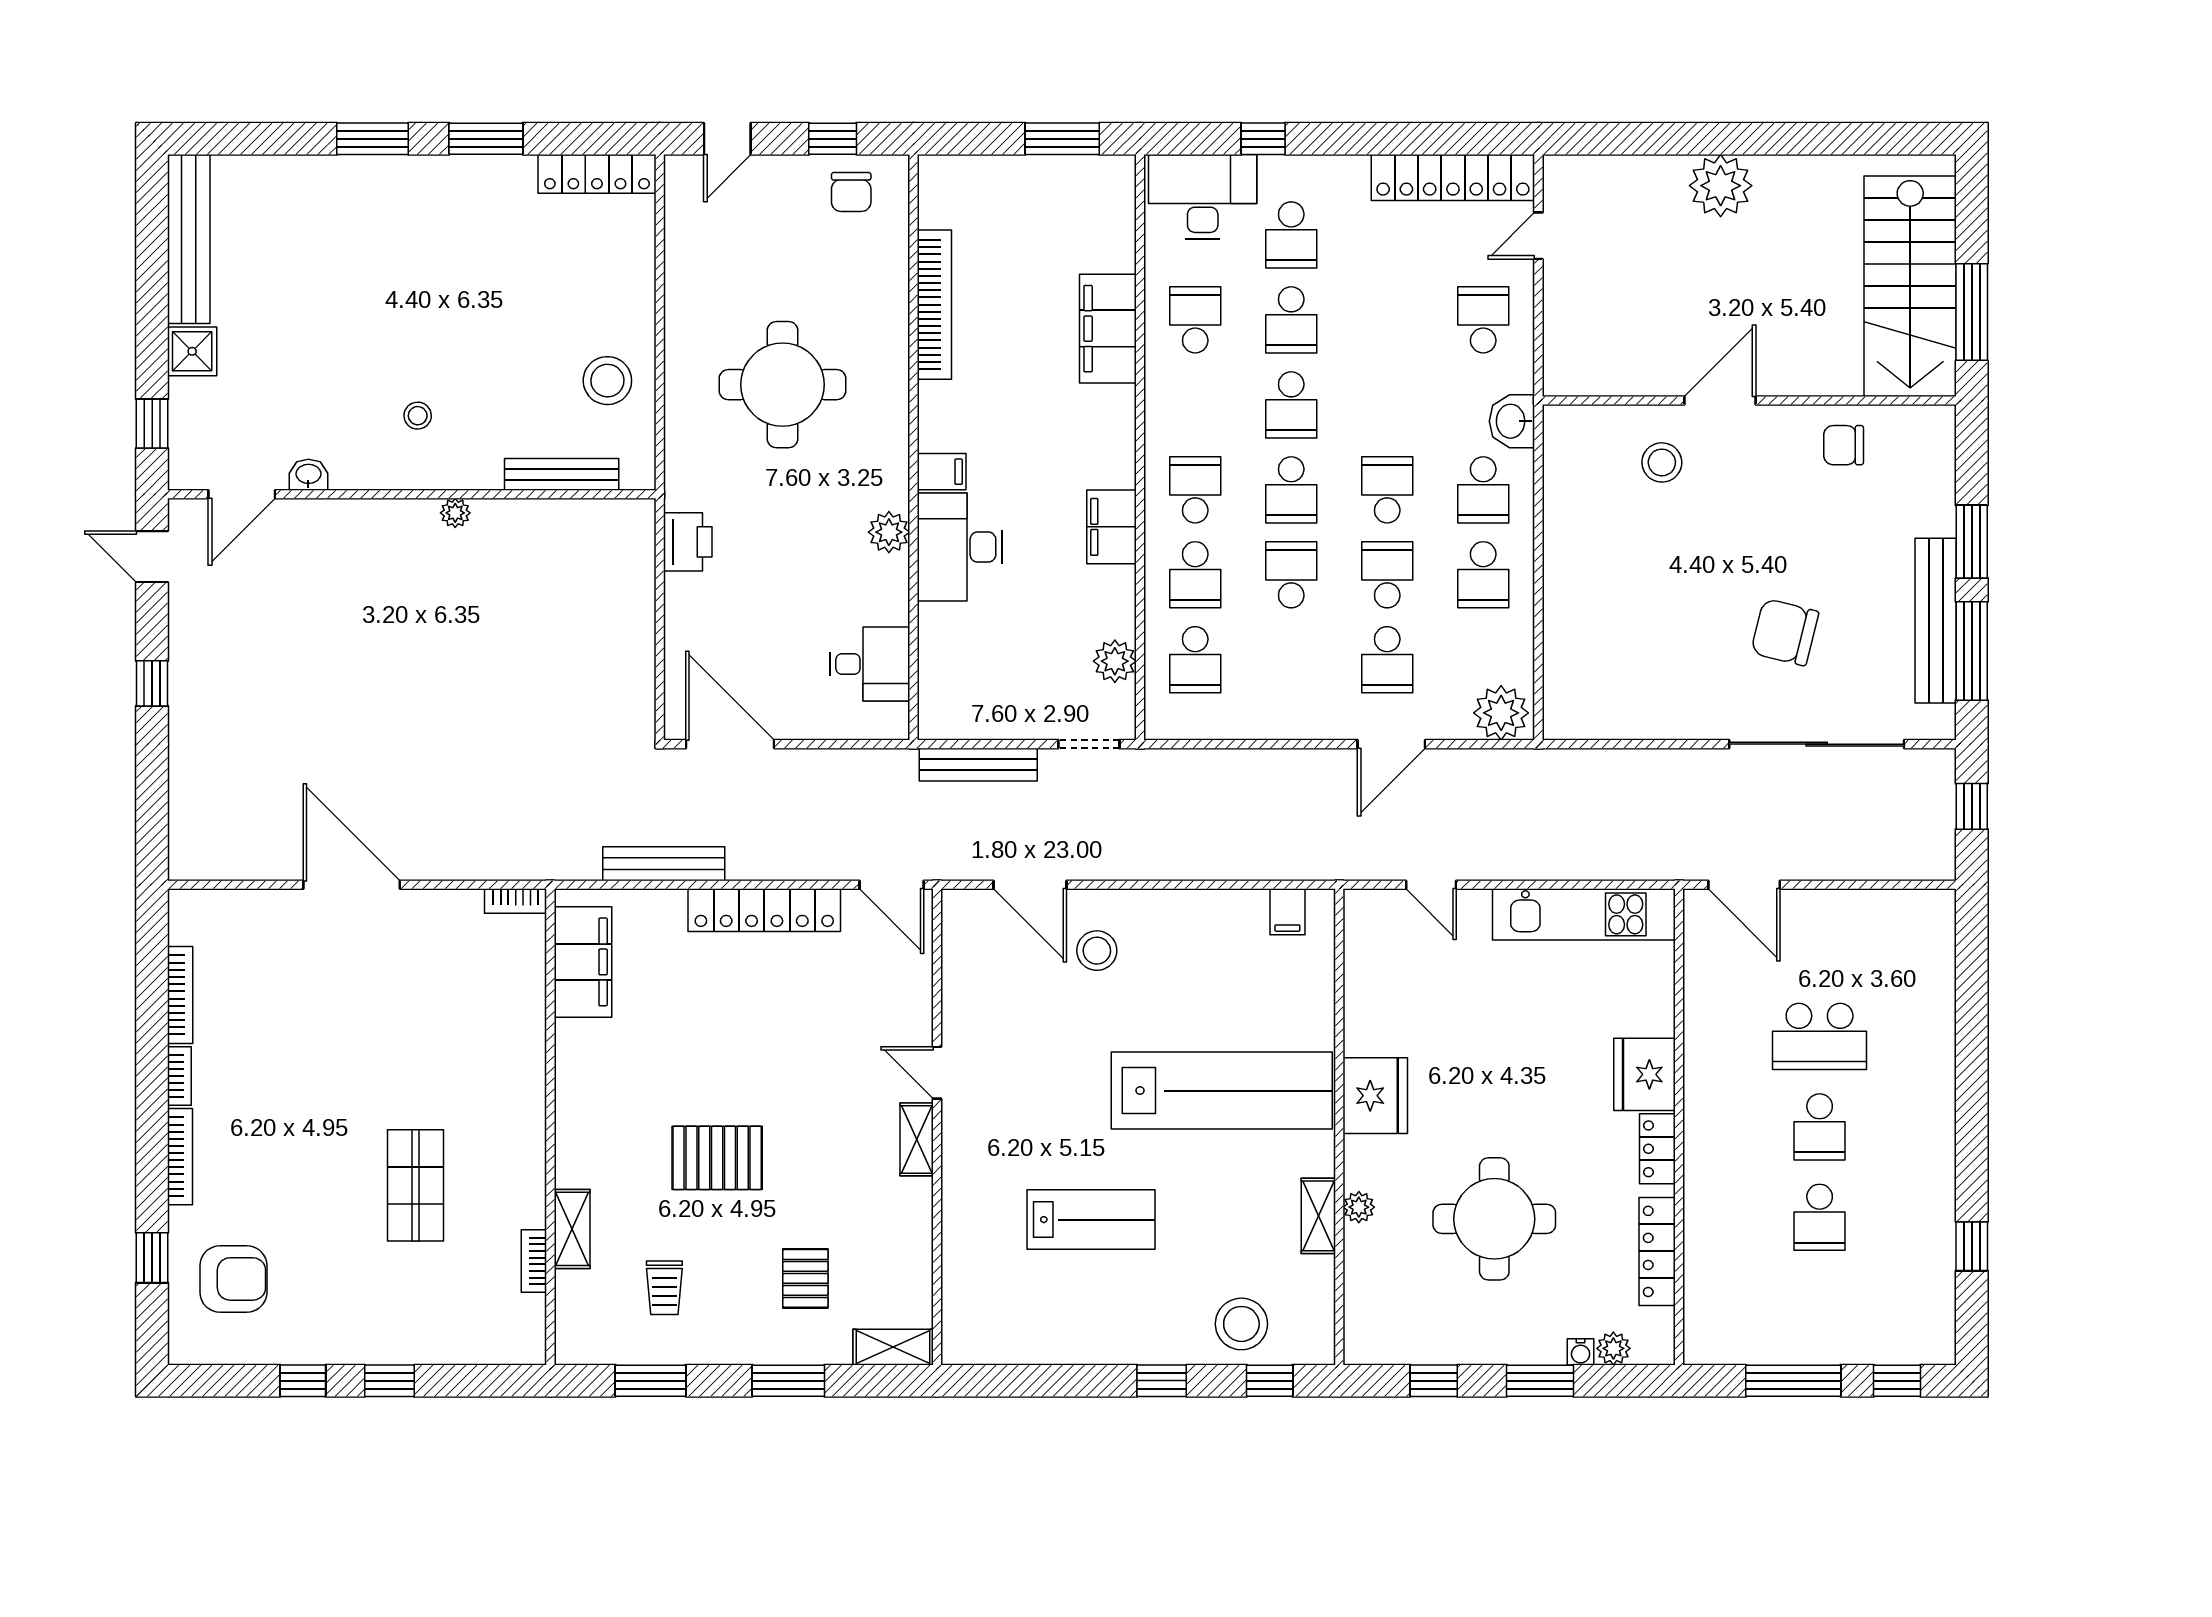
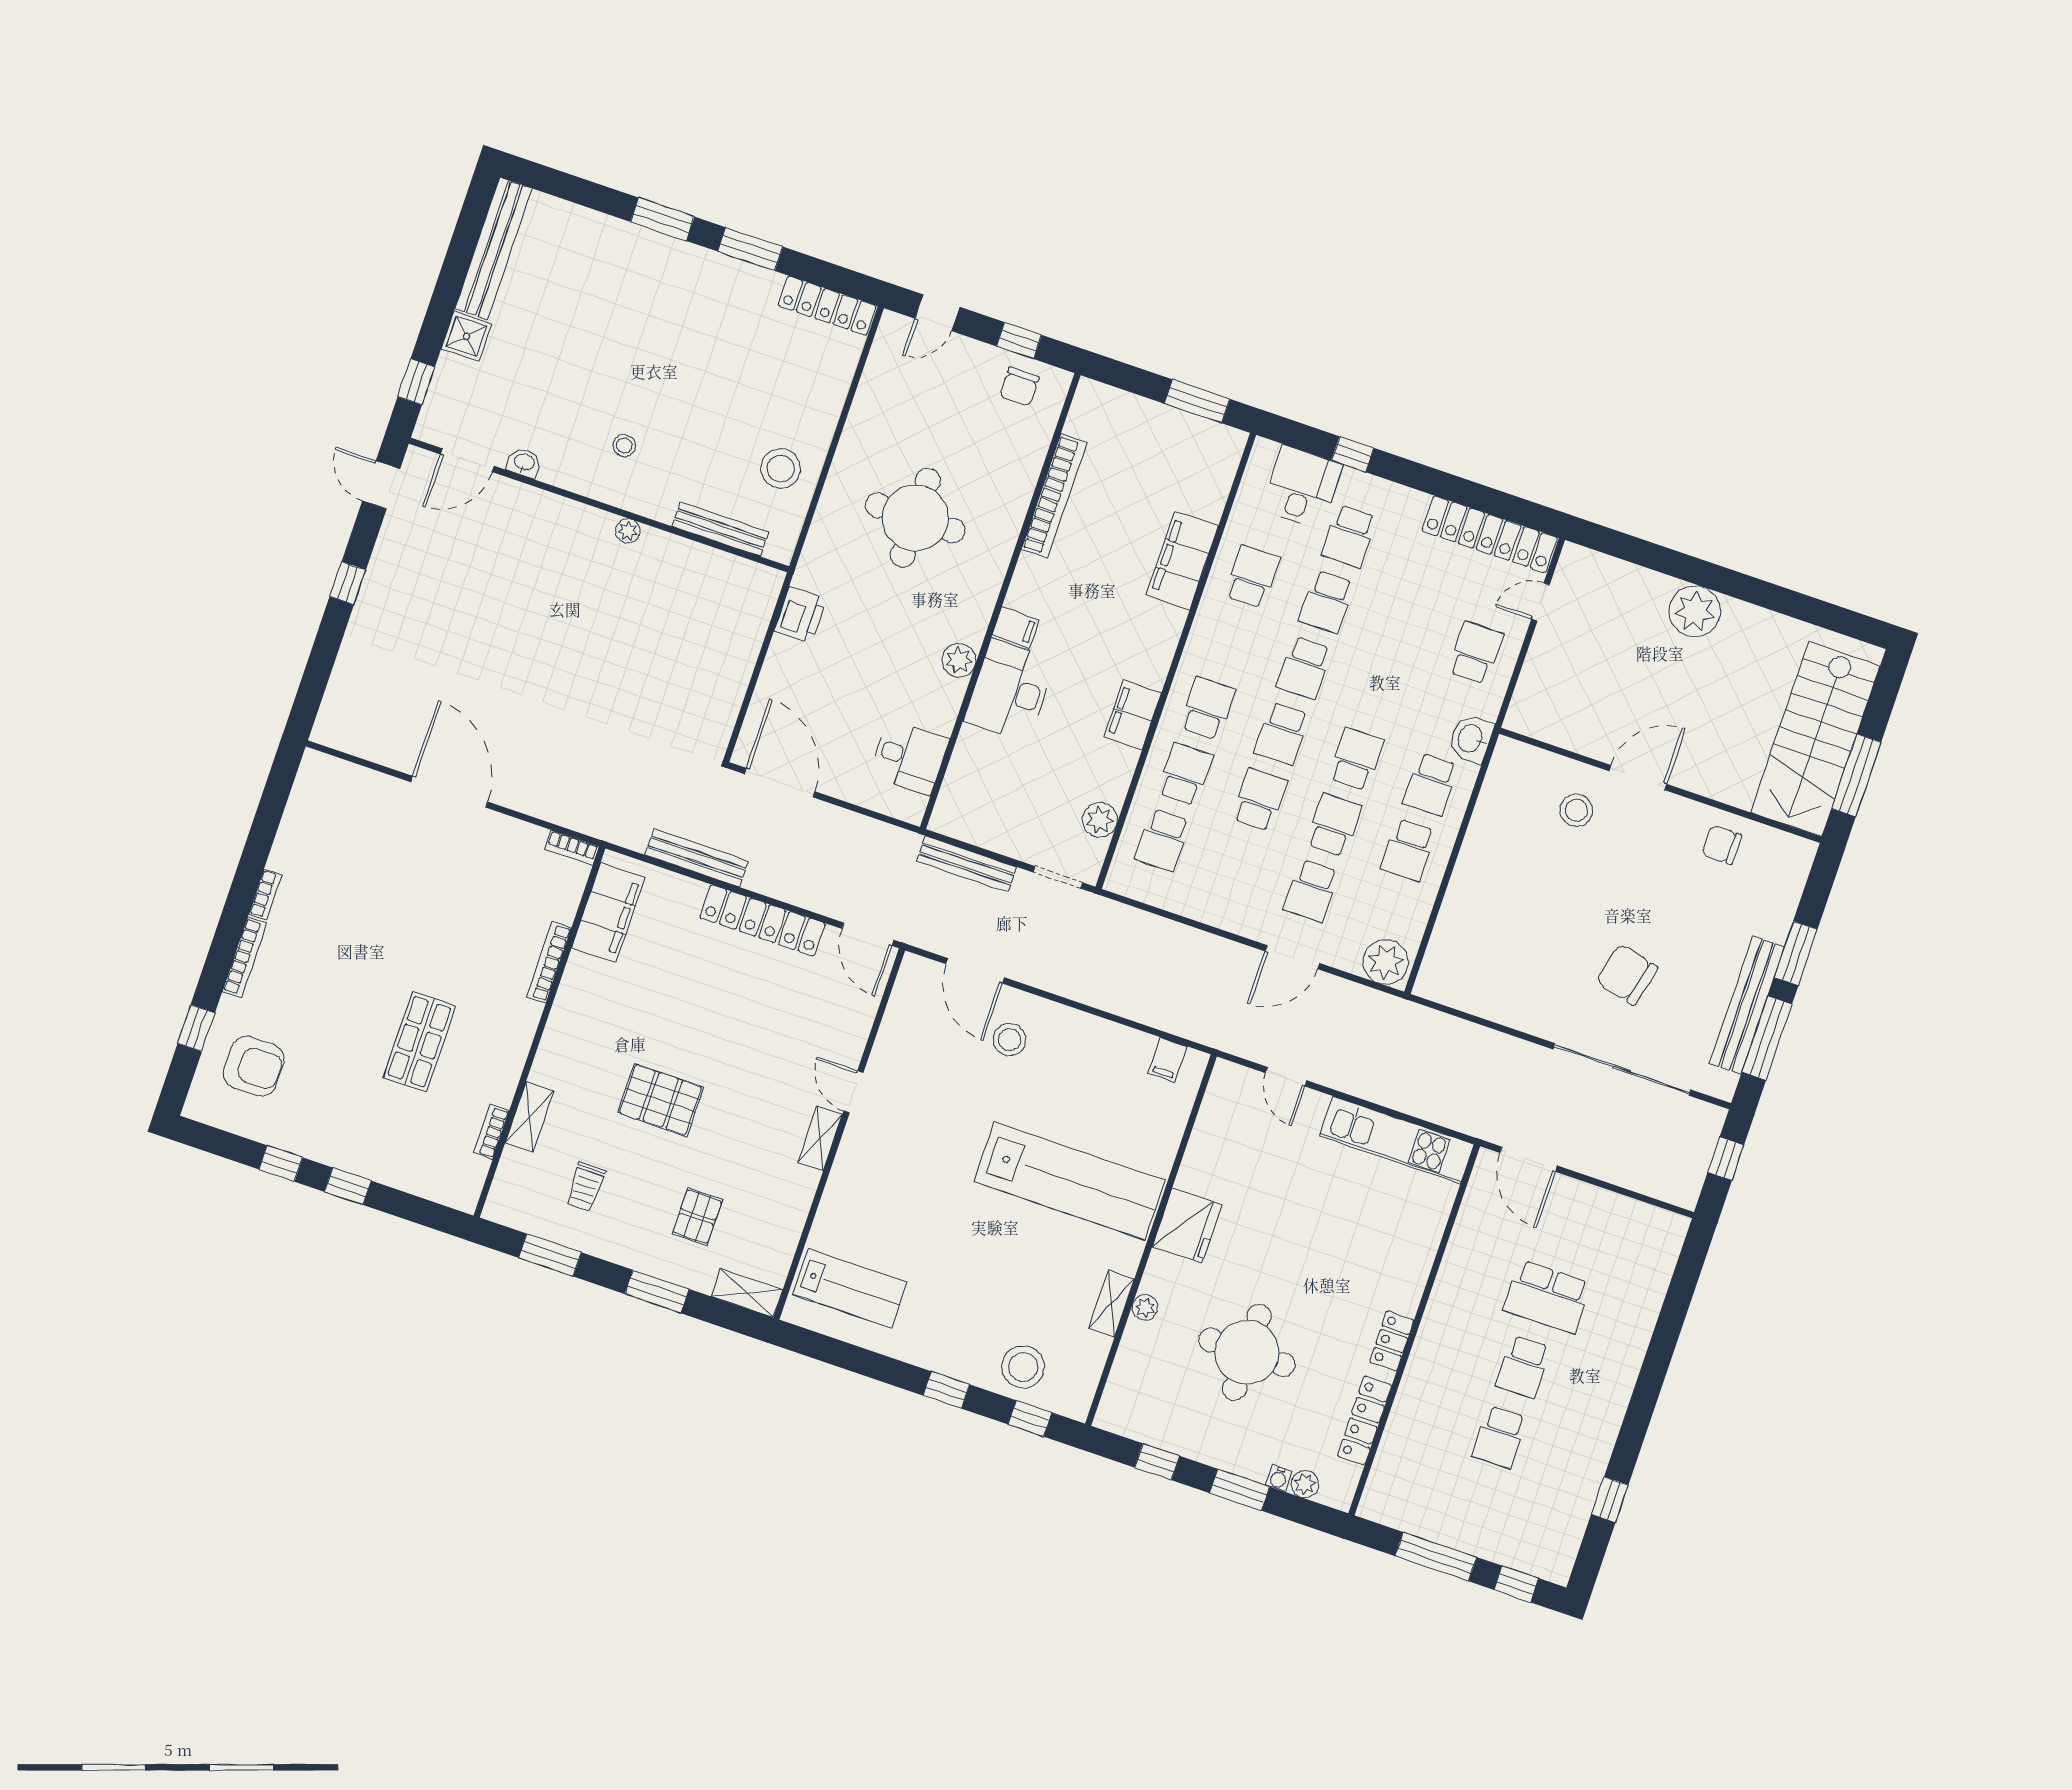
desk: (1203, 197) -> (1302, 487), width x0.73
school desk: (1195, 575) -> (1185, 774), turned 180
bookcase: (180, 995) -> (549, 962), moved, turned 180
fridge: (1644, 1074) -> (1401, 1280), removed
lab bench: (1091, 1220) -> (850, 1288), moved

